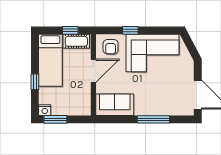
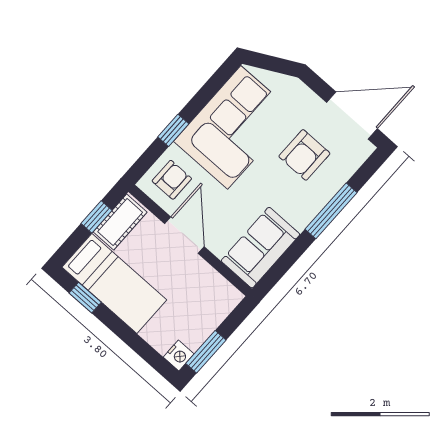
armchair: (111, 47) -> (172, 180), turned -90
window: (35, 82) -> (85, 298), moved
armchair: (166, 90) -> (304, 155), added

